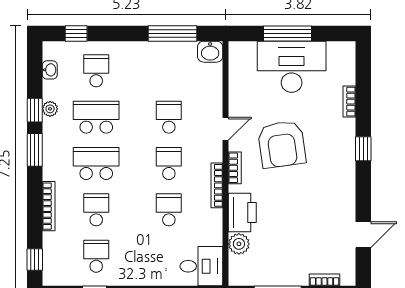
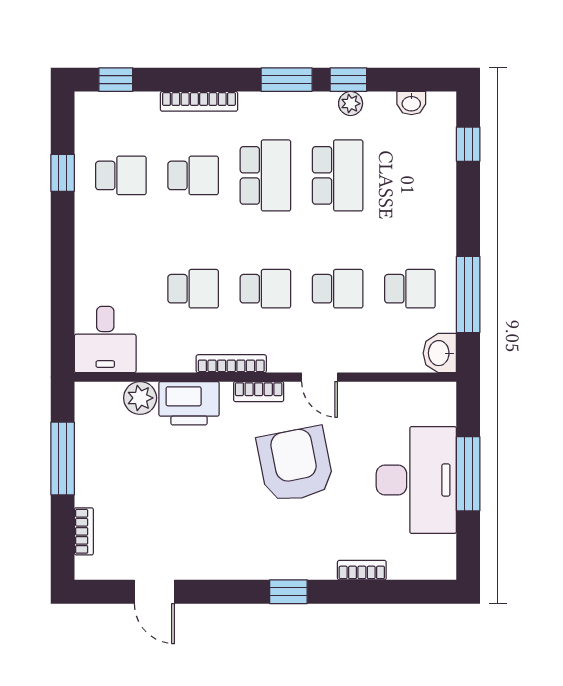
school desk: (96, 71) -> (410, 289), moved
armchair: (282, 144) -> (295, 465), turned 87

